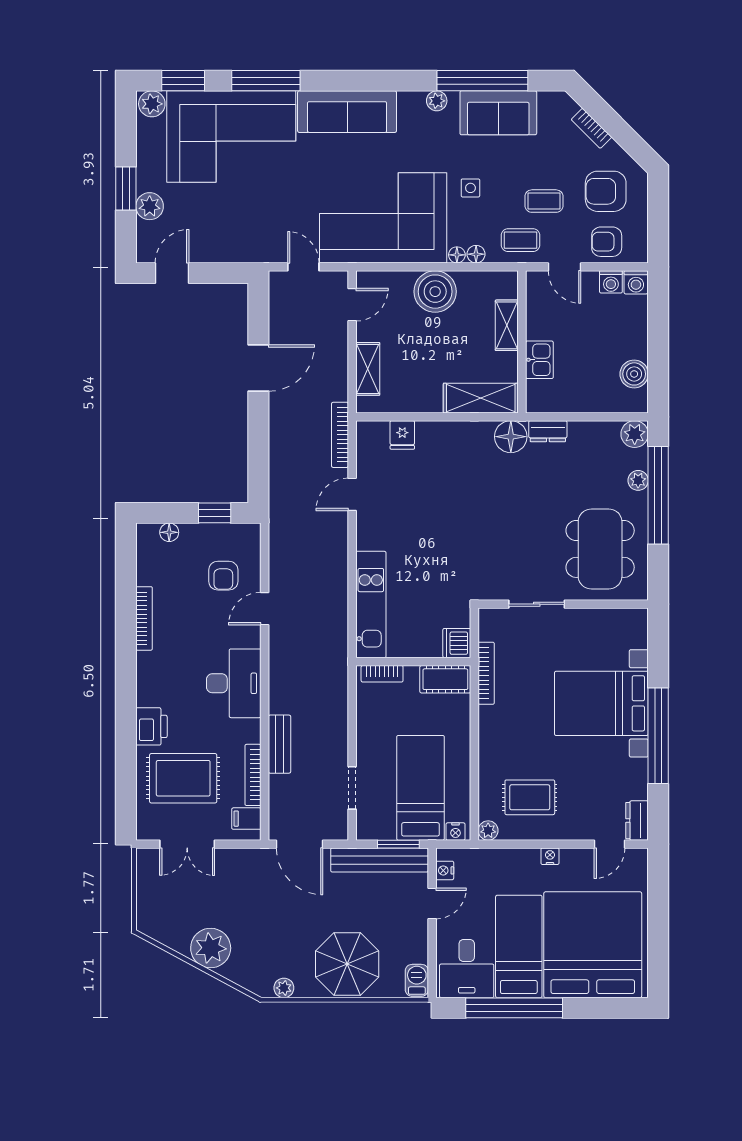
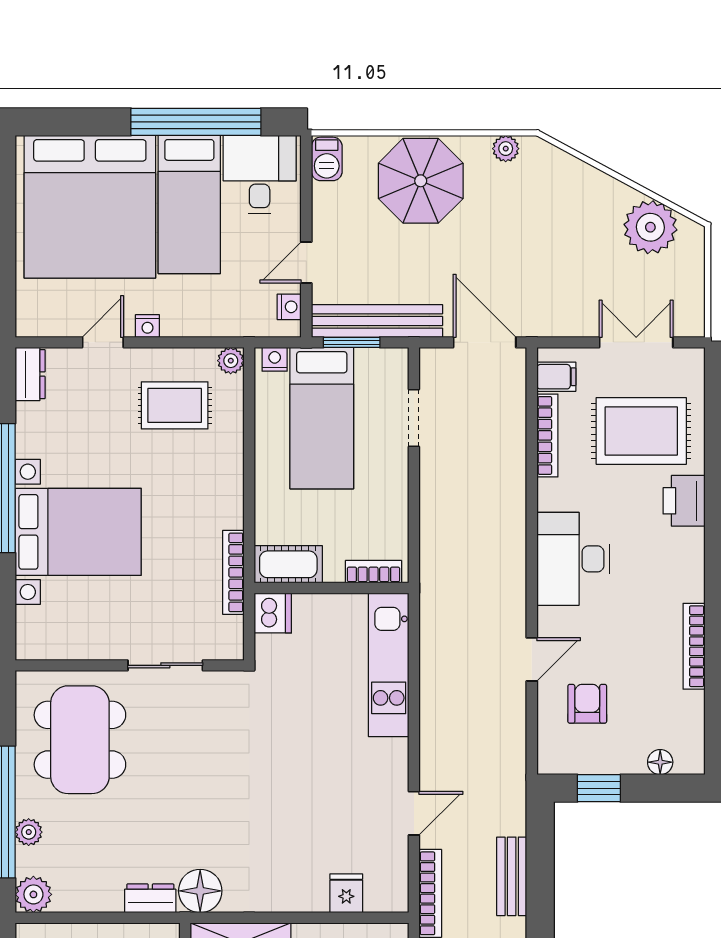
bench: (279, 744) -> (512, 876), moved
door: (609, 844) -> (103, 342), moved
plant: (211, 948) -> (650, 227), moved

